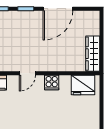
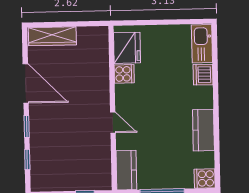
wardrobe: (93, 54) -> (52, 36), moved
cooker: (52, 83) -> (124, 74), moved

